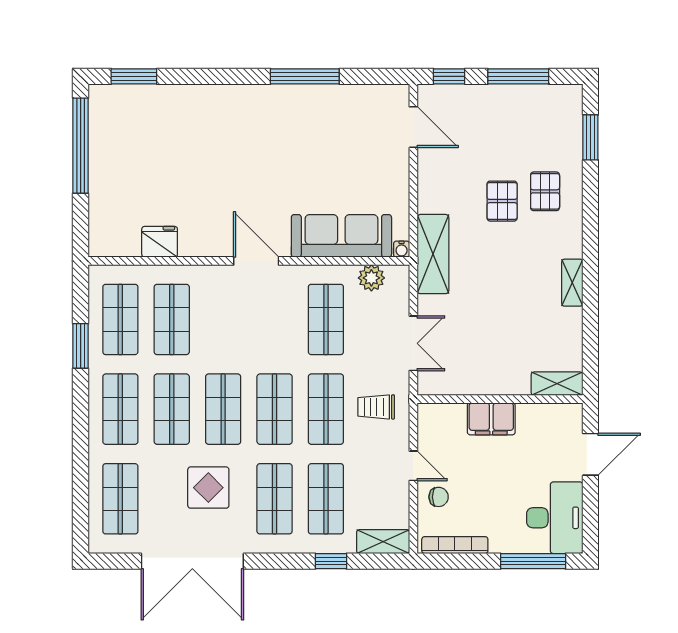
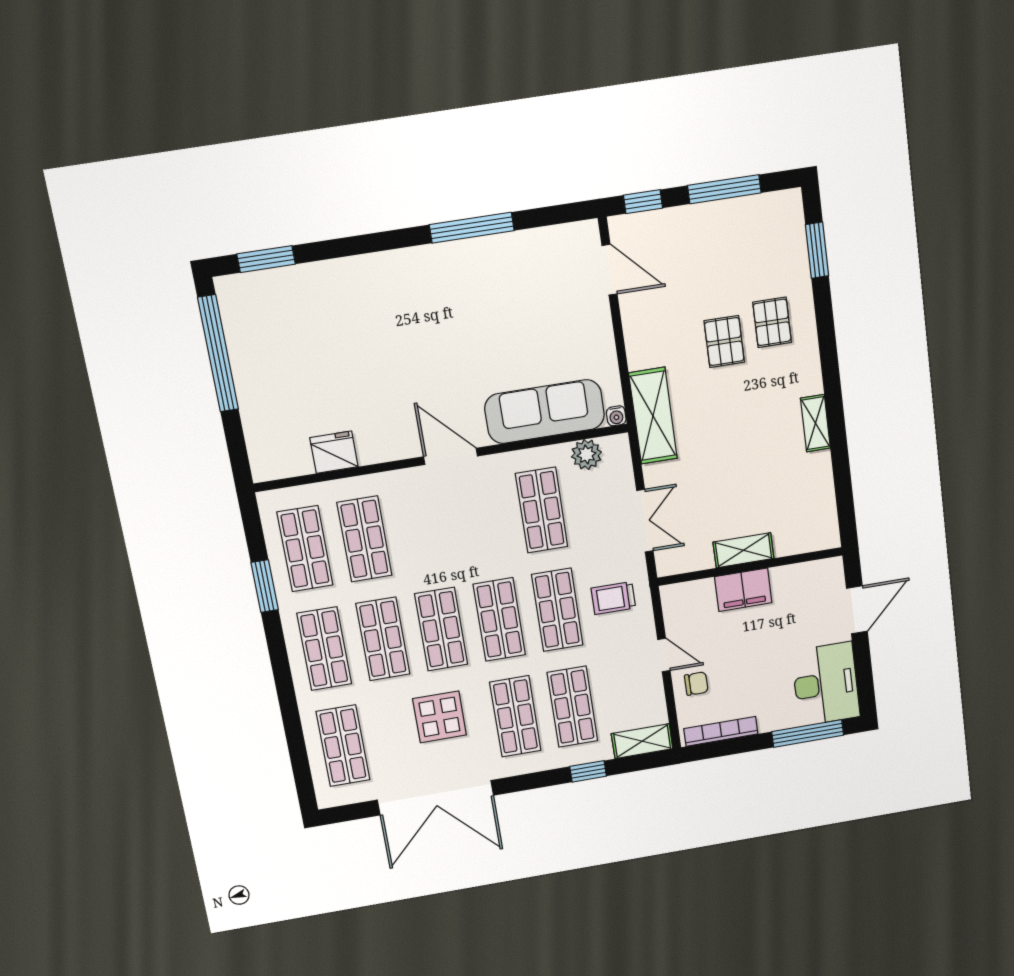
shelving: (557, 384) -> (743, 550), moved

